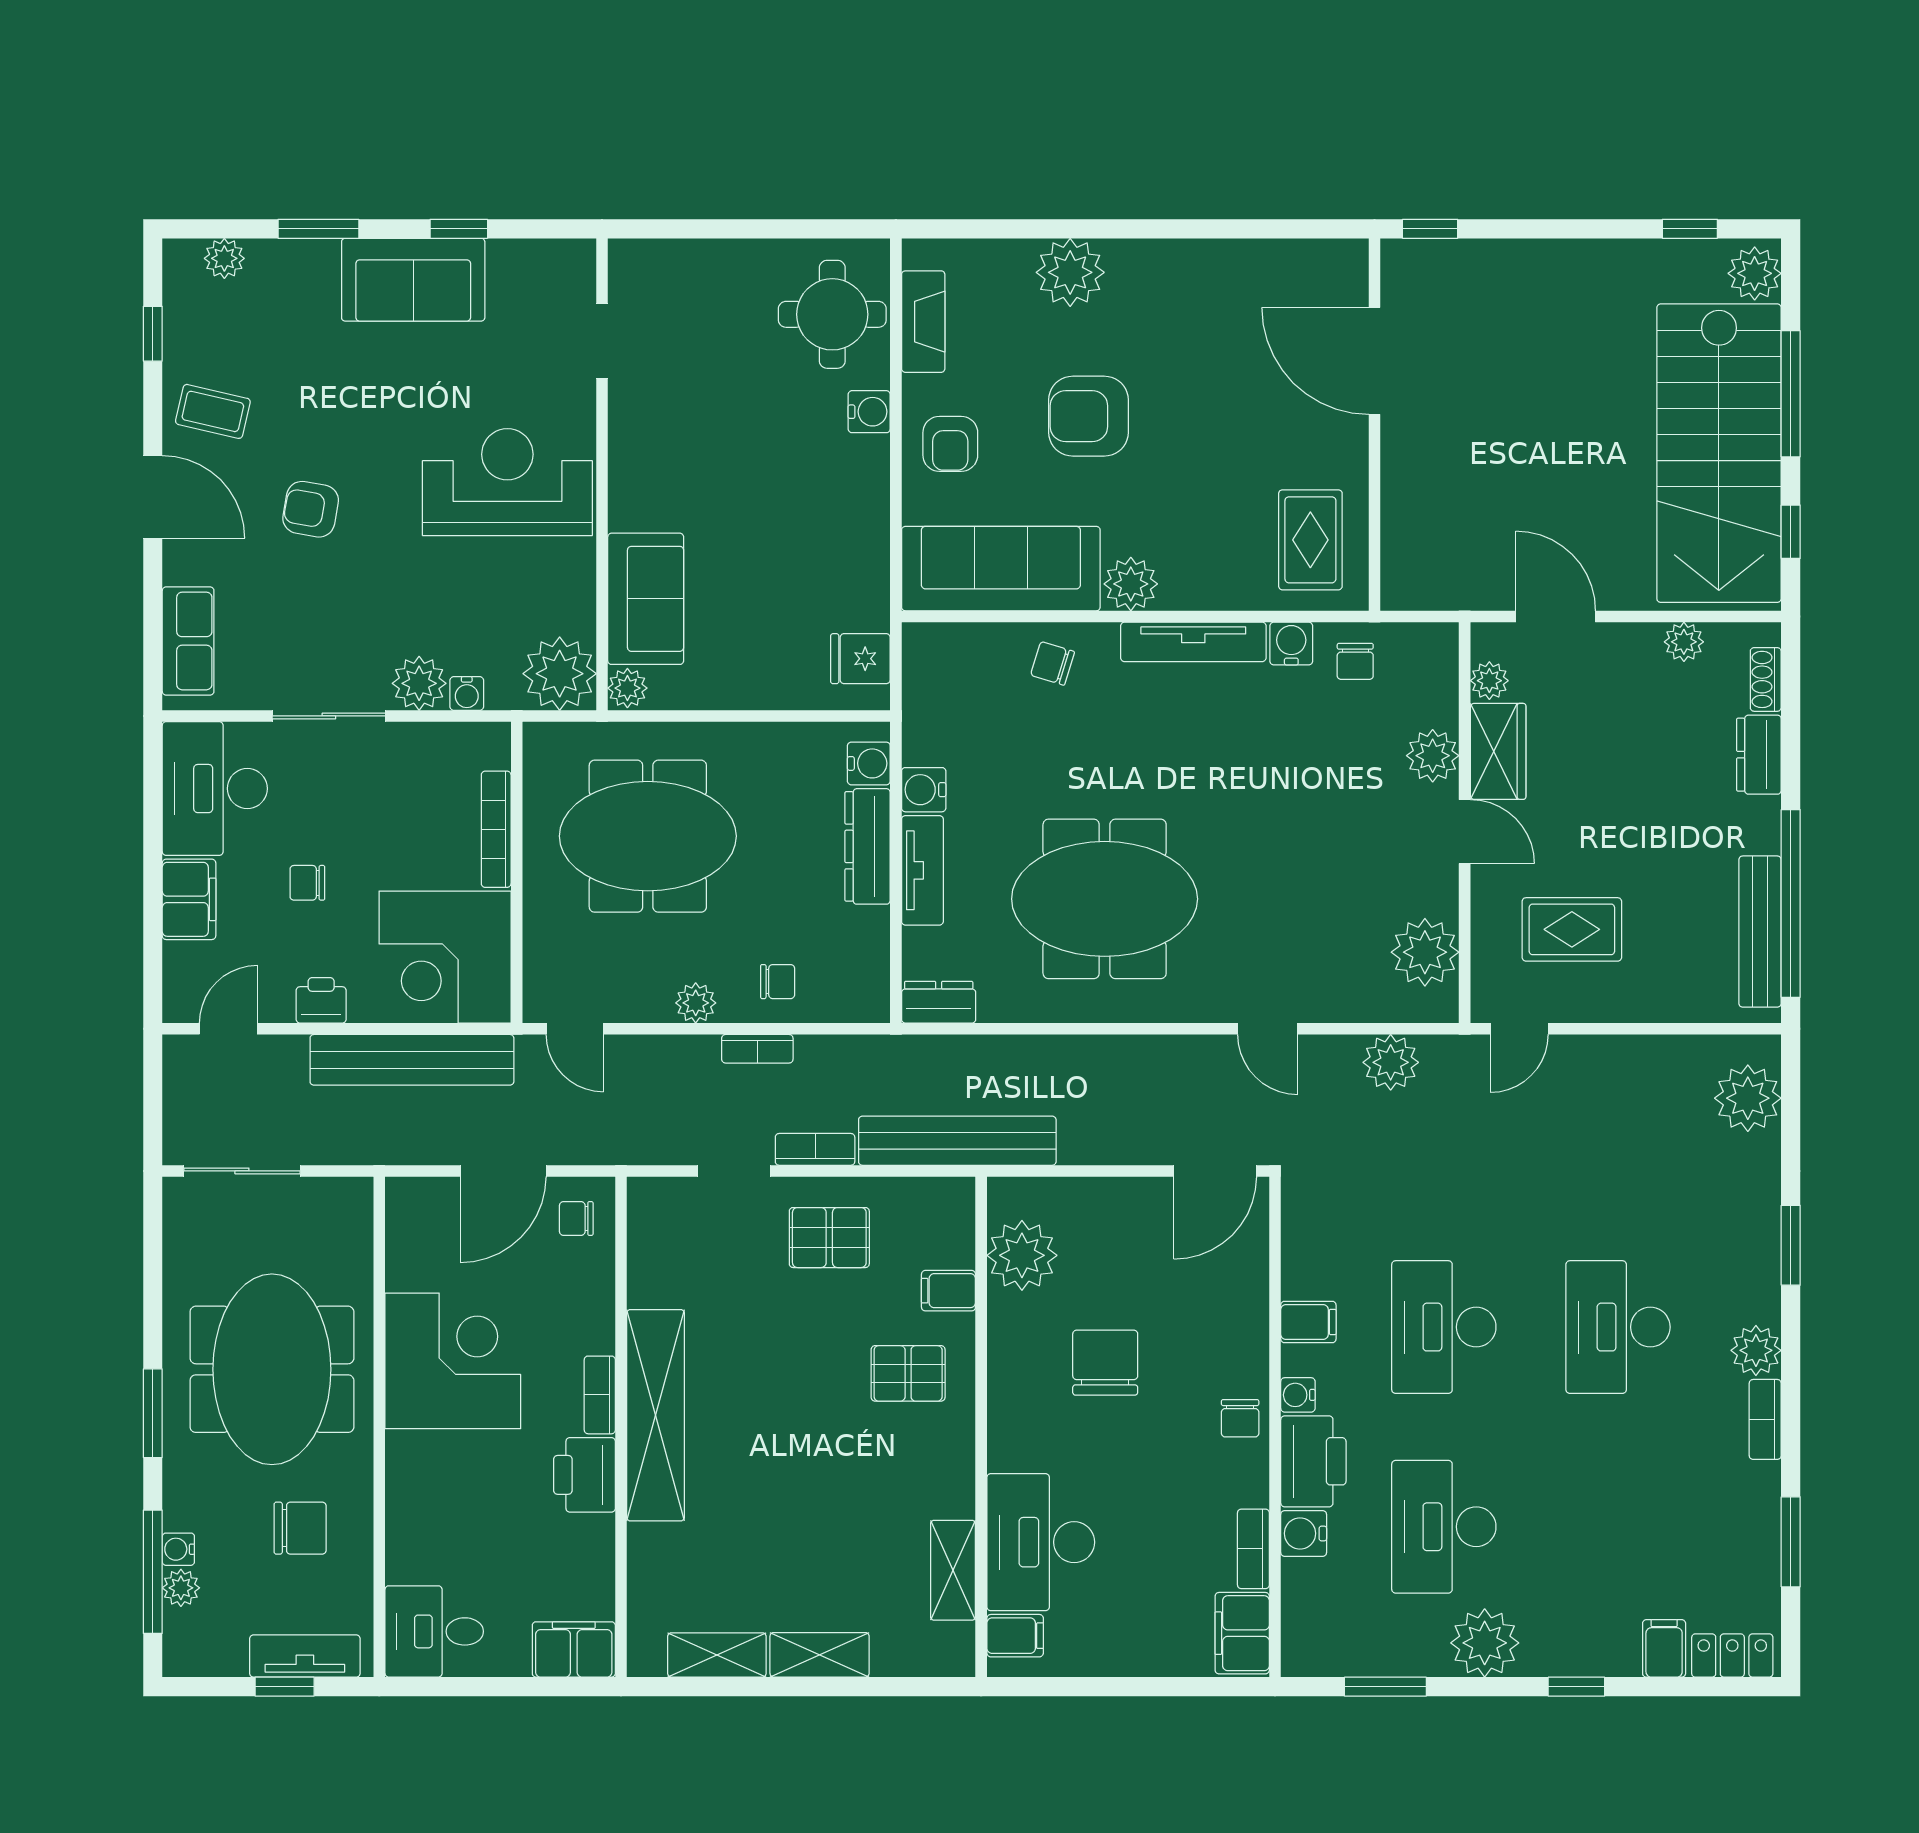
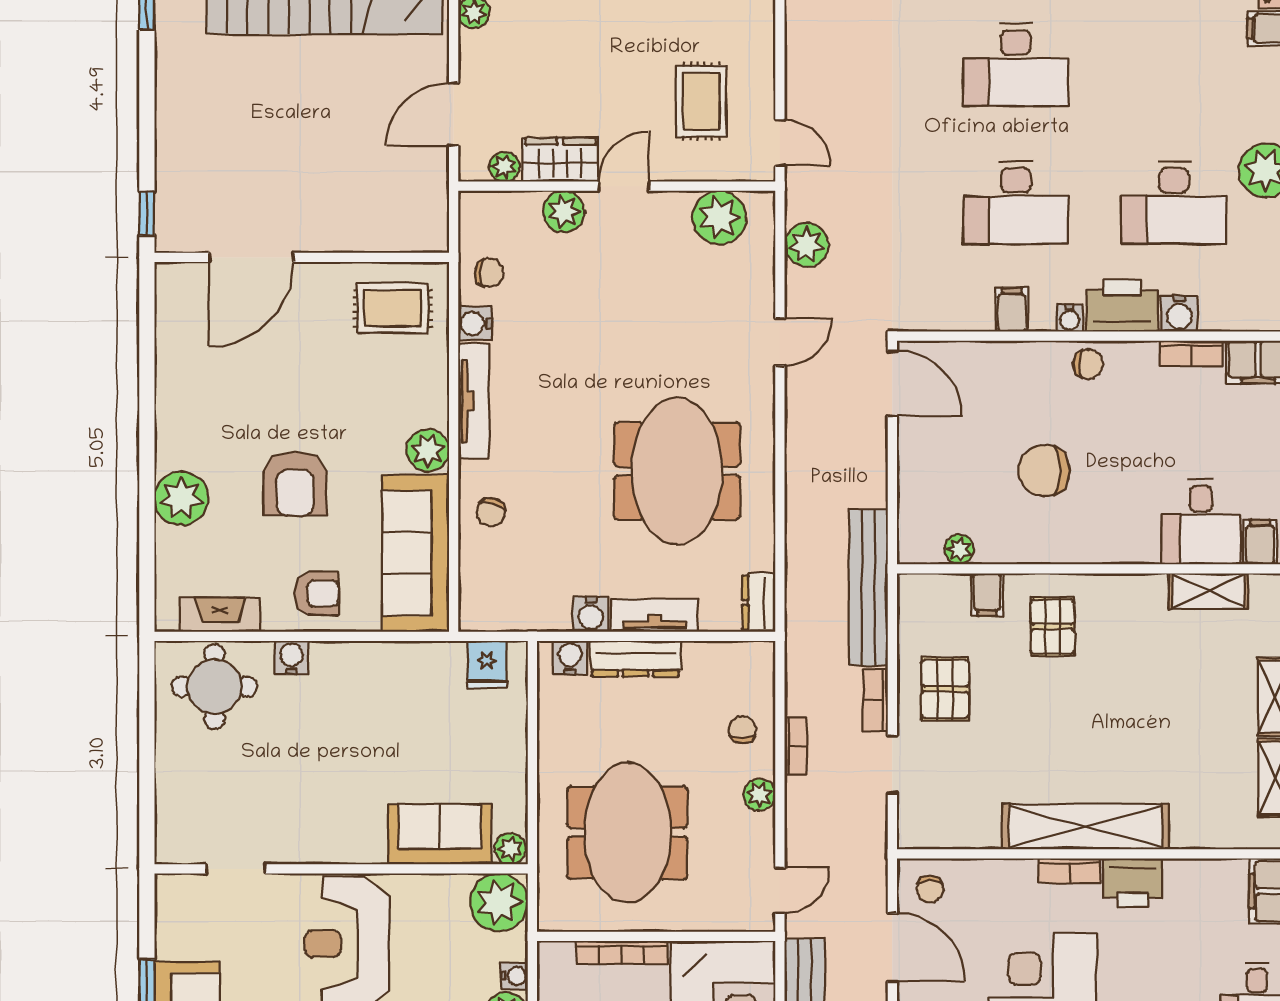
plant: (1022, 1255) -> (959, 549), width x0.53, depth x0.53
desk: (1041, 1542) -> (1201, 522), width x0.73

